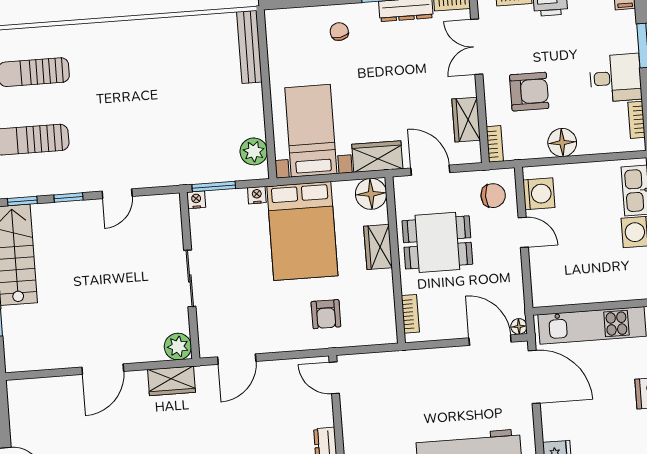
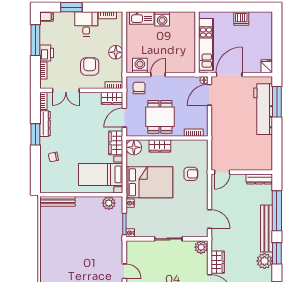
wardrobe: (466, 120) -> (112, 98), moved
wardrobe: (171, 381) -> (218, 262), moved

